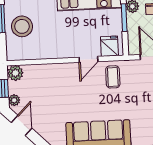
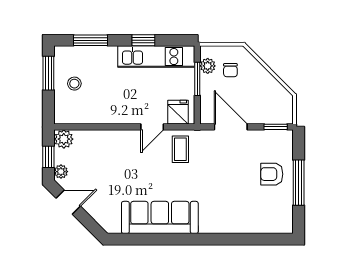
stool: (22, 26) -> (74, 84), width x0.53, depth x0.53
door: (22, 125) -> (68, 202), hinge flipped

